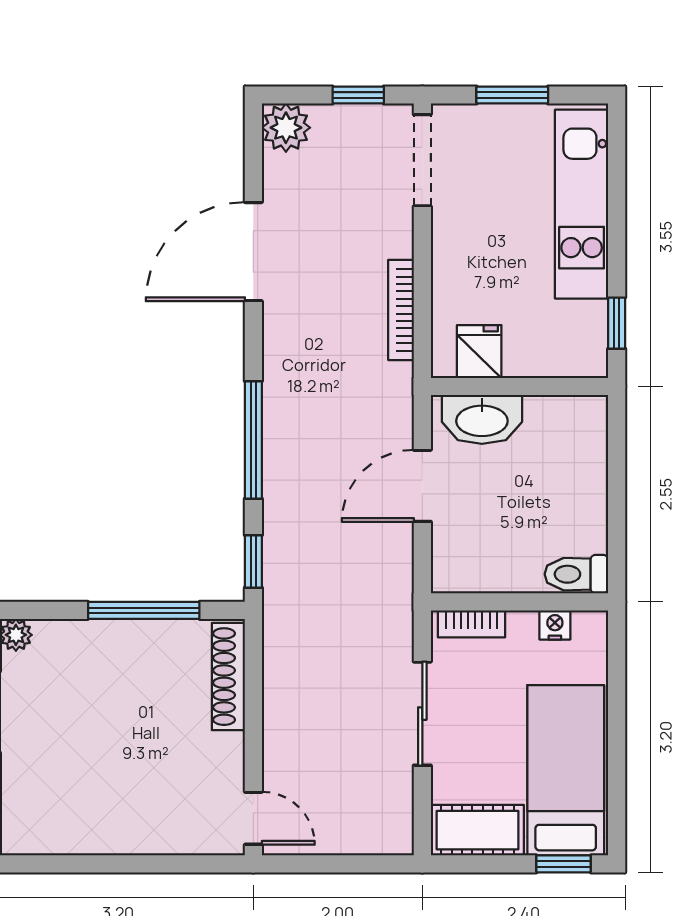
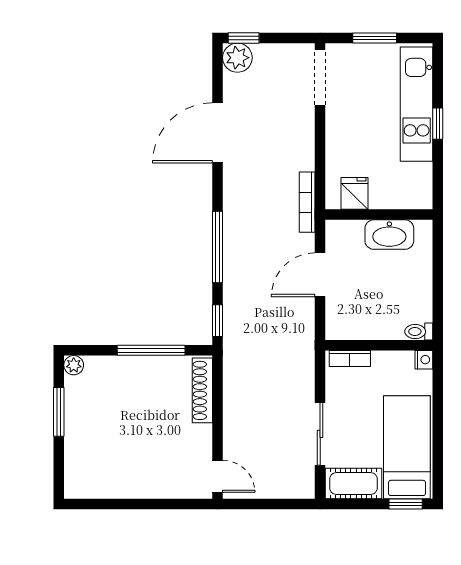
window: (358, 95) -> (244, 38), moved
bookcase: (401, 310) -> (307, 202), moved
window: (617, 323) -> (438, 124), moved
washbasin: (482, 419) -> (389, 235), moved
toilet: (576, 574) -> (419, 332), width x0.73, depth x0.72
nightstand: (555, 625) -> (424, 360), moved, turned 90
sliding door: (422, 714) -> (320, 434), moved

